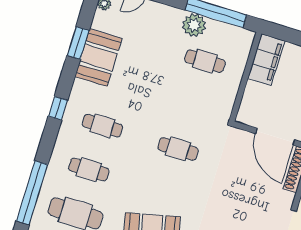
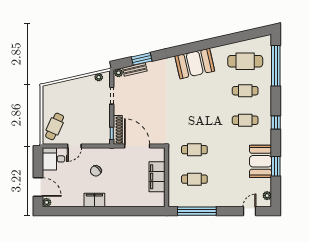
plant: (194, 25) -> (208, 199), removed
filing cabinet: (266, 60) -> (157, 177), moved
cafe table: (178, 149) -> (194, 150), moved

